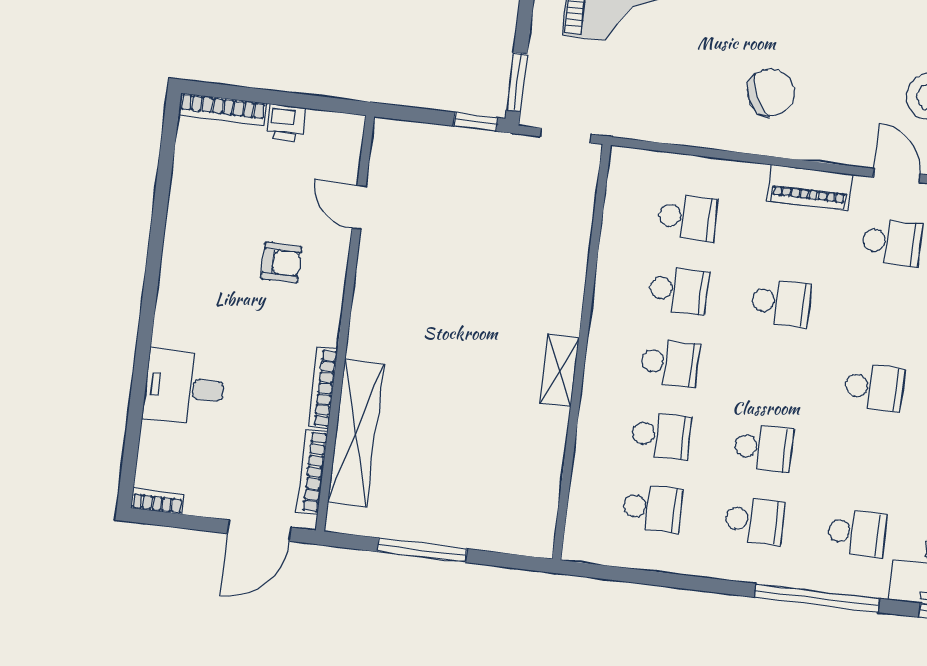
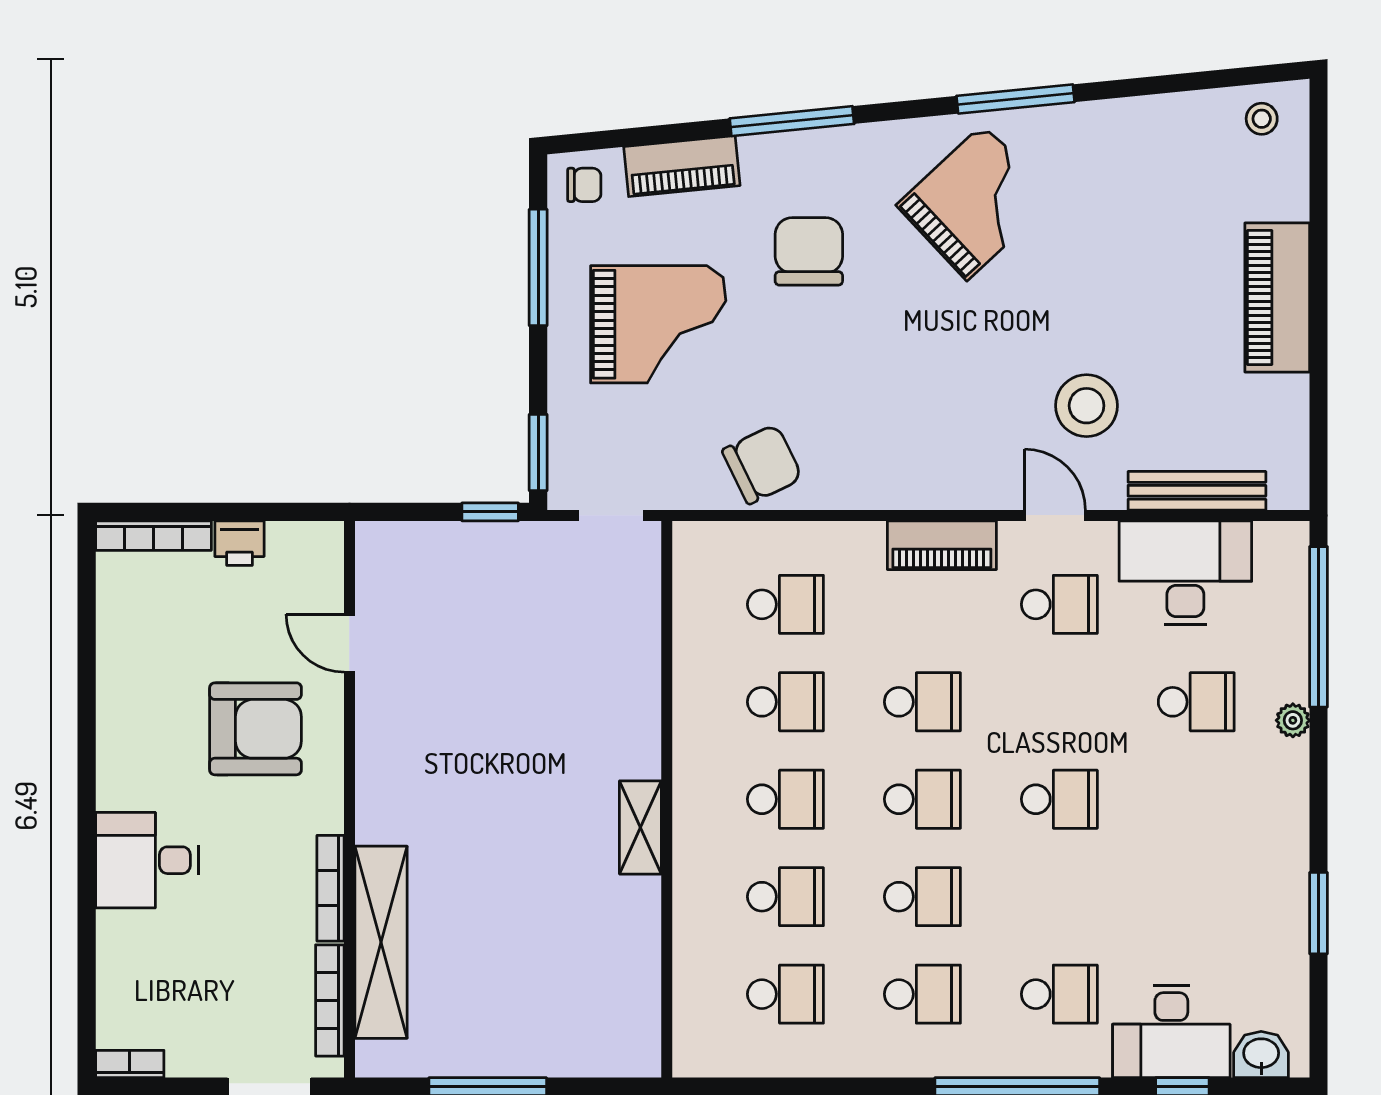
chair: (771, 92) -> (762, 464), moved
armchair: (281, 262) -> (256, 729), width x1.88, depth x1.88
school desk: (772, 375) -> (922, 799), added
desk: (184, 387) -> (147, 860), moved

